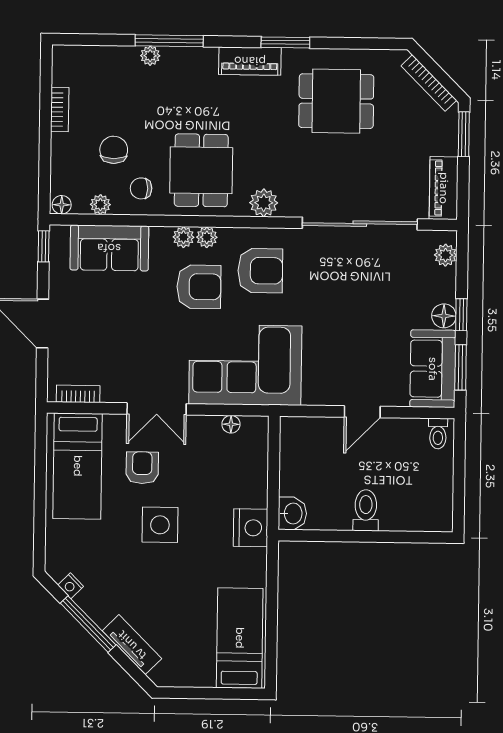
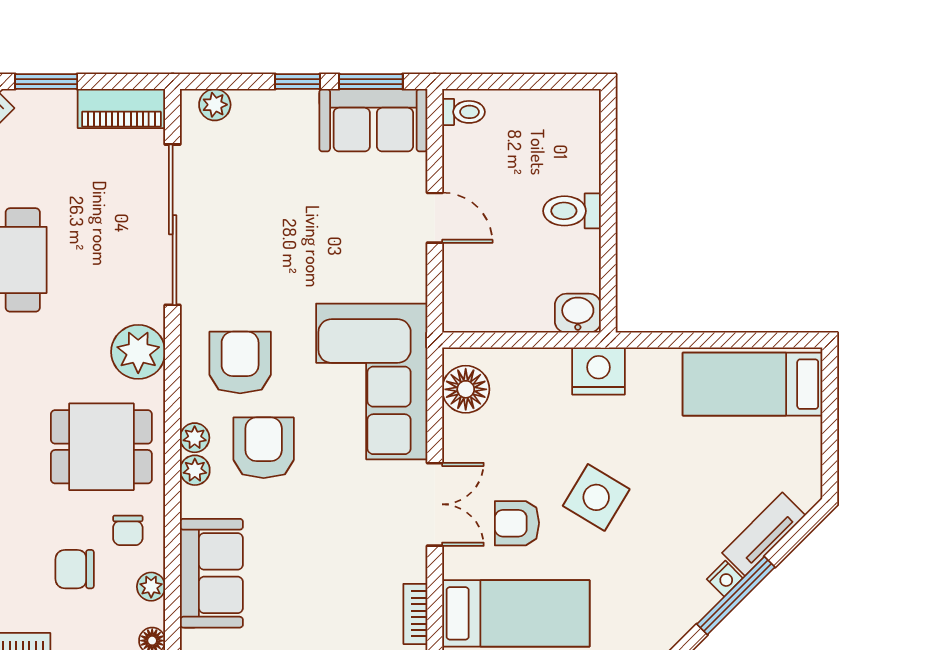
plant: (264, 203) -> (138, 352), width x1.36, depth x1.36
floor lamp: (444, 316) -> (300, 106), removed
floor lamp: (231, 424) -> (466, 389), width x1.89, depth x1.89
side table: (160, 525) -> (596, 497), turned 31
nightstand: (71, 586) -> (725, 579), moved

